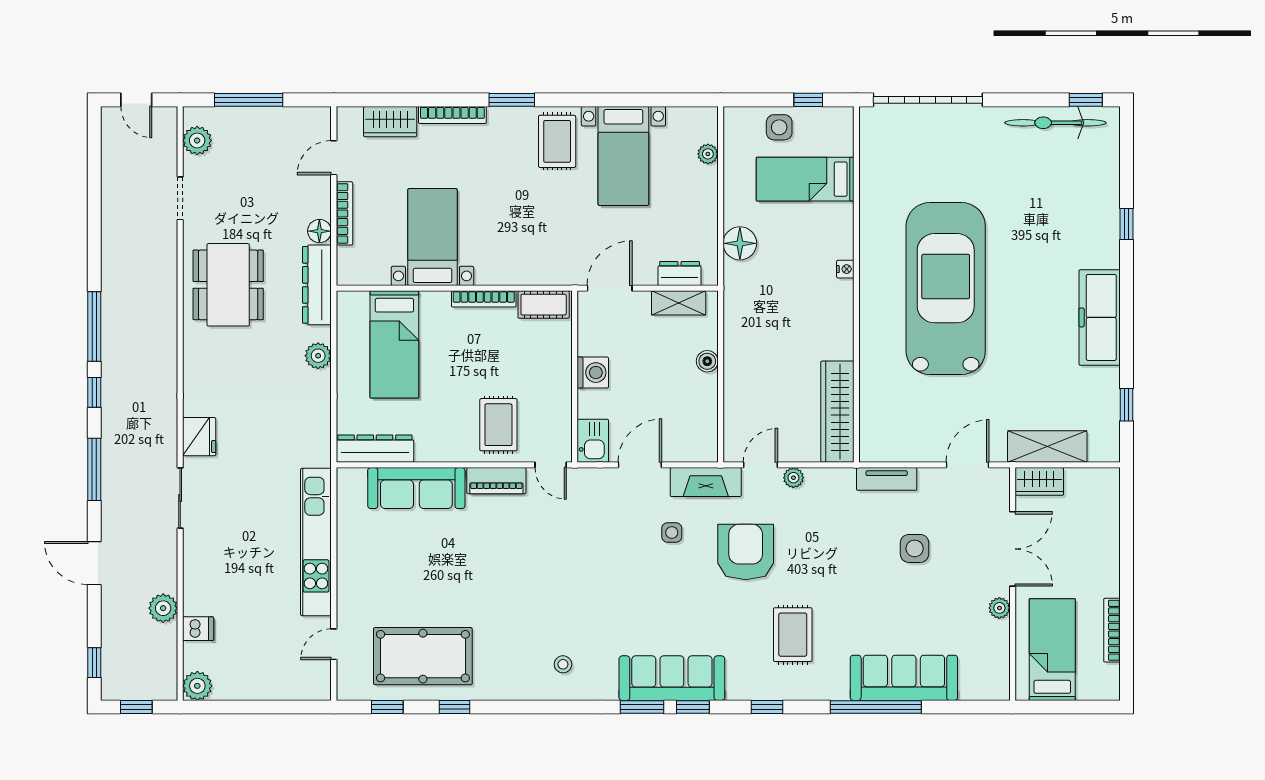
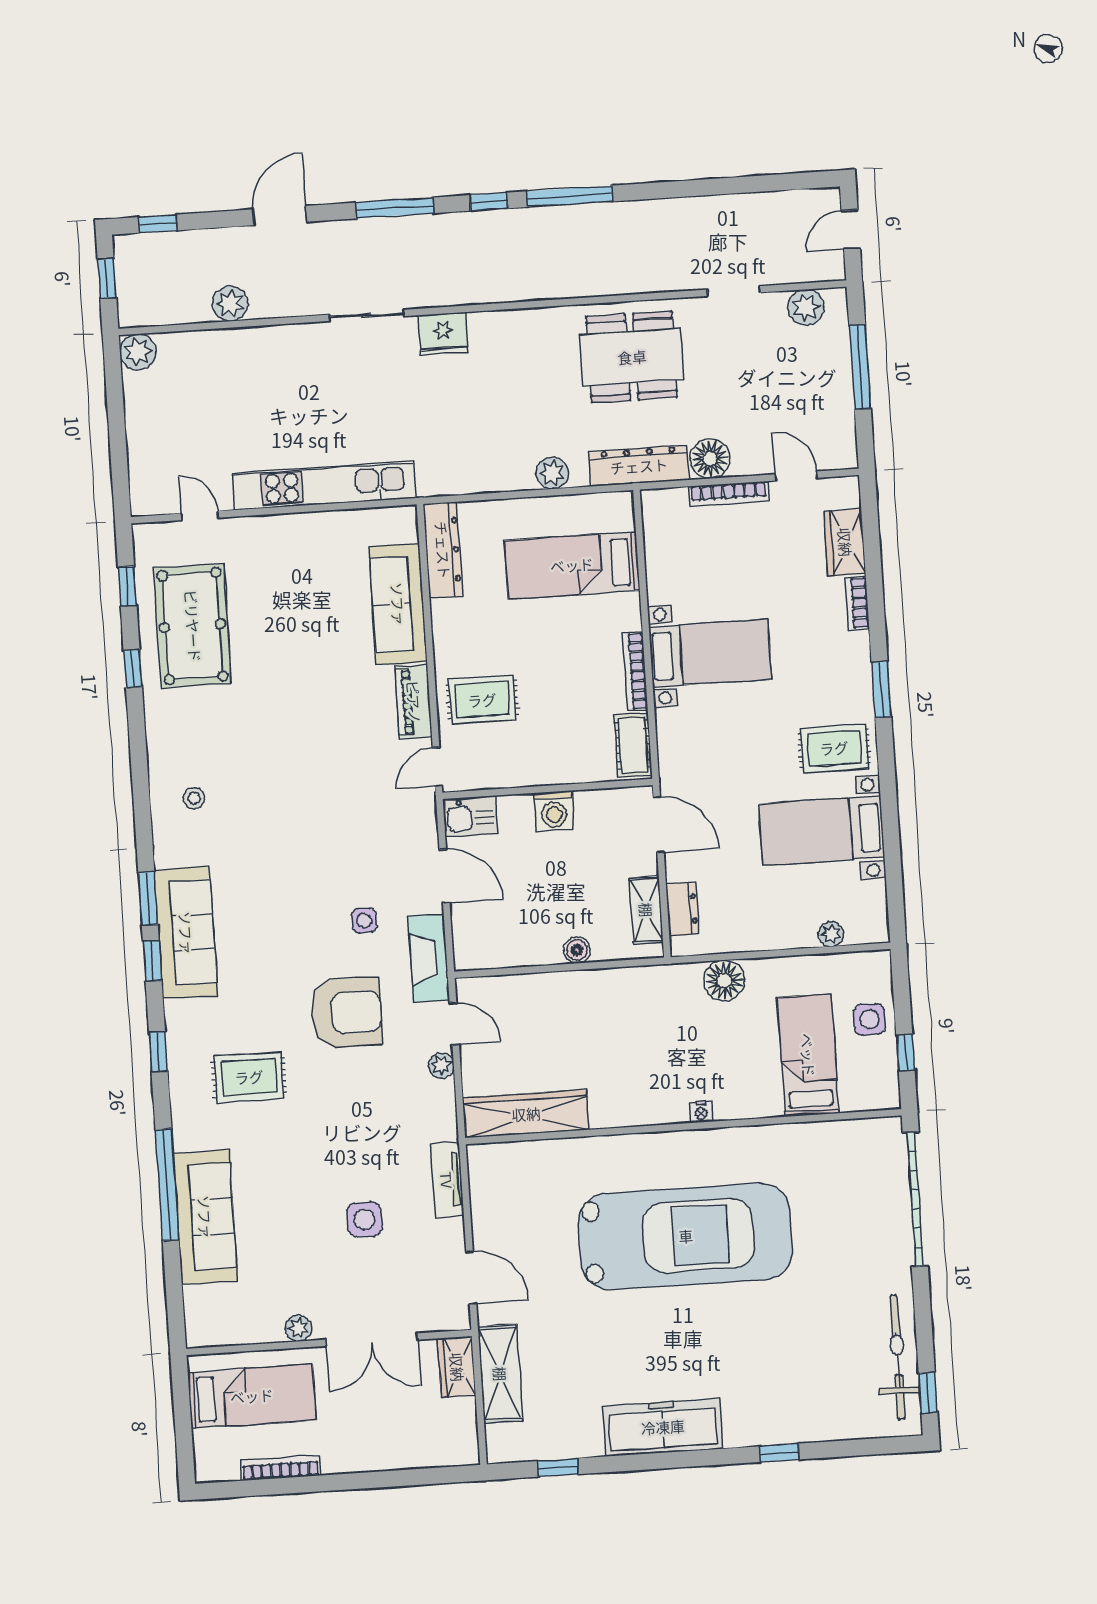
bookcase: (452, 115) -> (857, 603), width x0.64
floor lamp: (319, 231) -> (710, 459), width x1.38, depth x1.38
bed with nightstands: (432, 237) -> (710, 653), moved
dishwasher: (198, 629) -> (208, 348), removed

